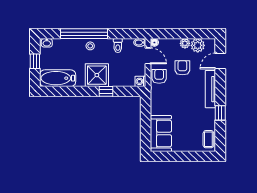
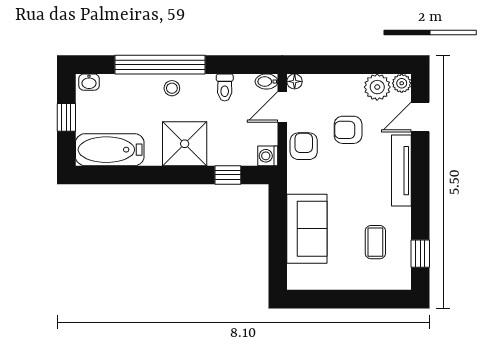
plant: (185, 43) -> (402, 83), moved
door: (148, 56) -> (282, 107), swing flipped
armchair: (182, 68) -> (348, 130), turned -90
window: (106, 91) -> (228, 175), moved
window: (220, 113) -> (420, 254), moved
sofa: (161, 133) -> (307, 229), moved
coffee table: (208, 139) -> (375, 242), moved

